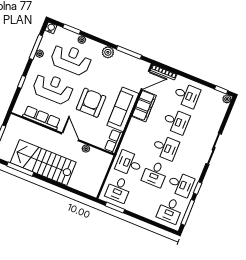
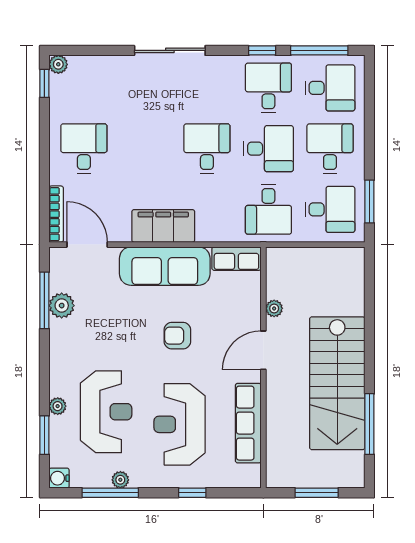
plant: (108, 52) -> (62, 306), moved
reception desk: (71, 59) -> (106, 412), turned 180
armchair: (91, 103) -> (177, 336), width x0.53, depth x0.53
filing cabinet: (144, 106) -> (163, 226), moved
desk: (176, 121) -> (330, 149), moved

